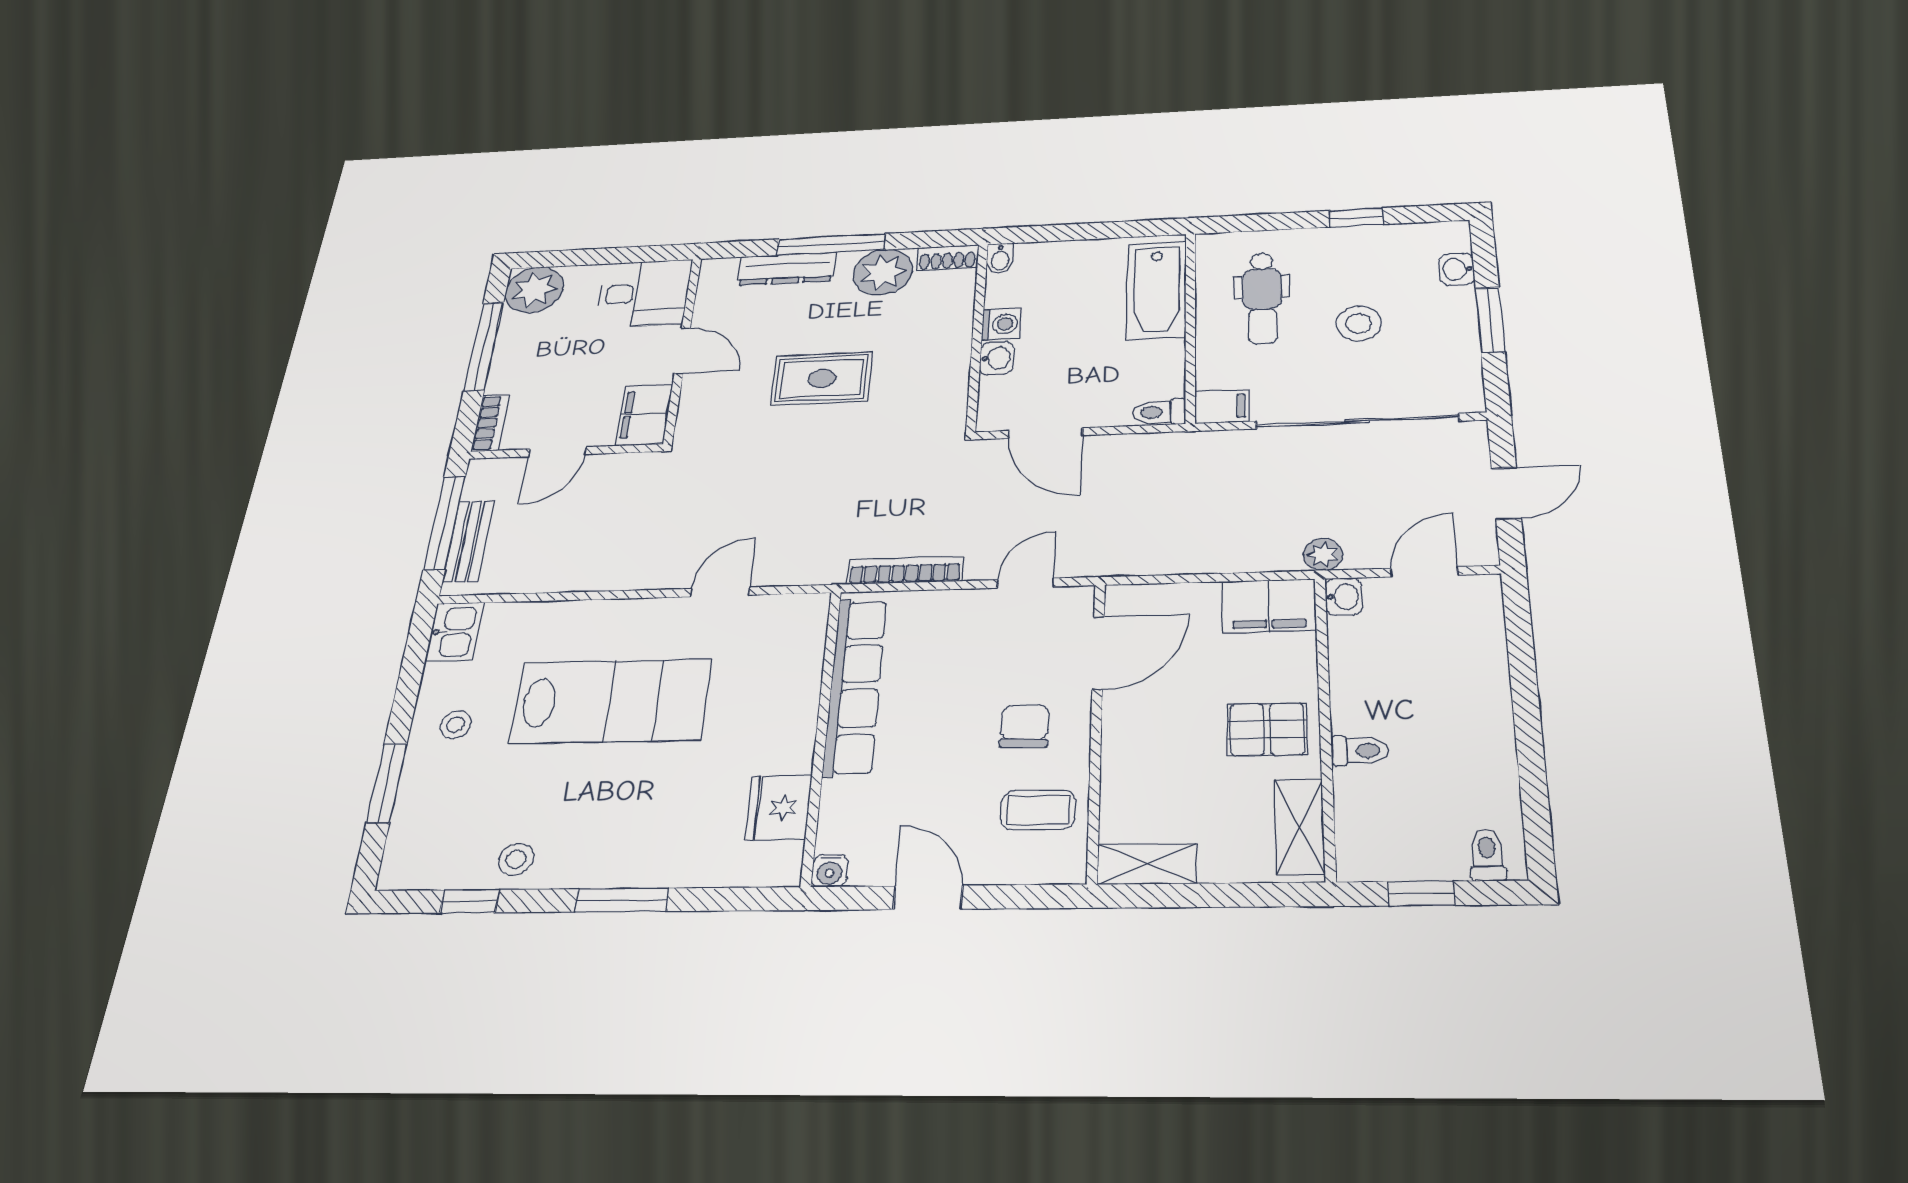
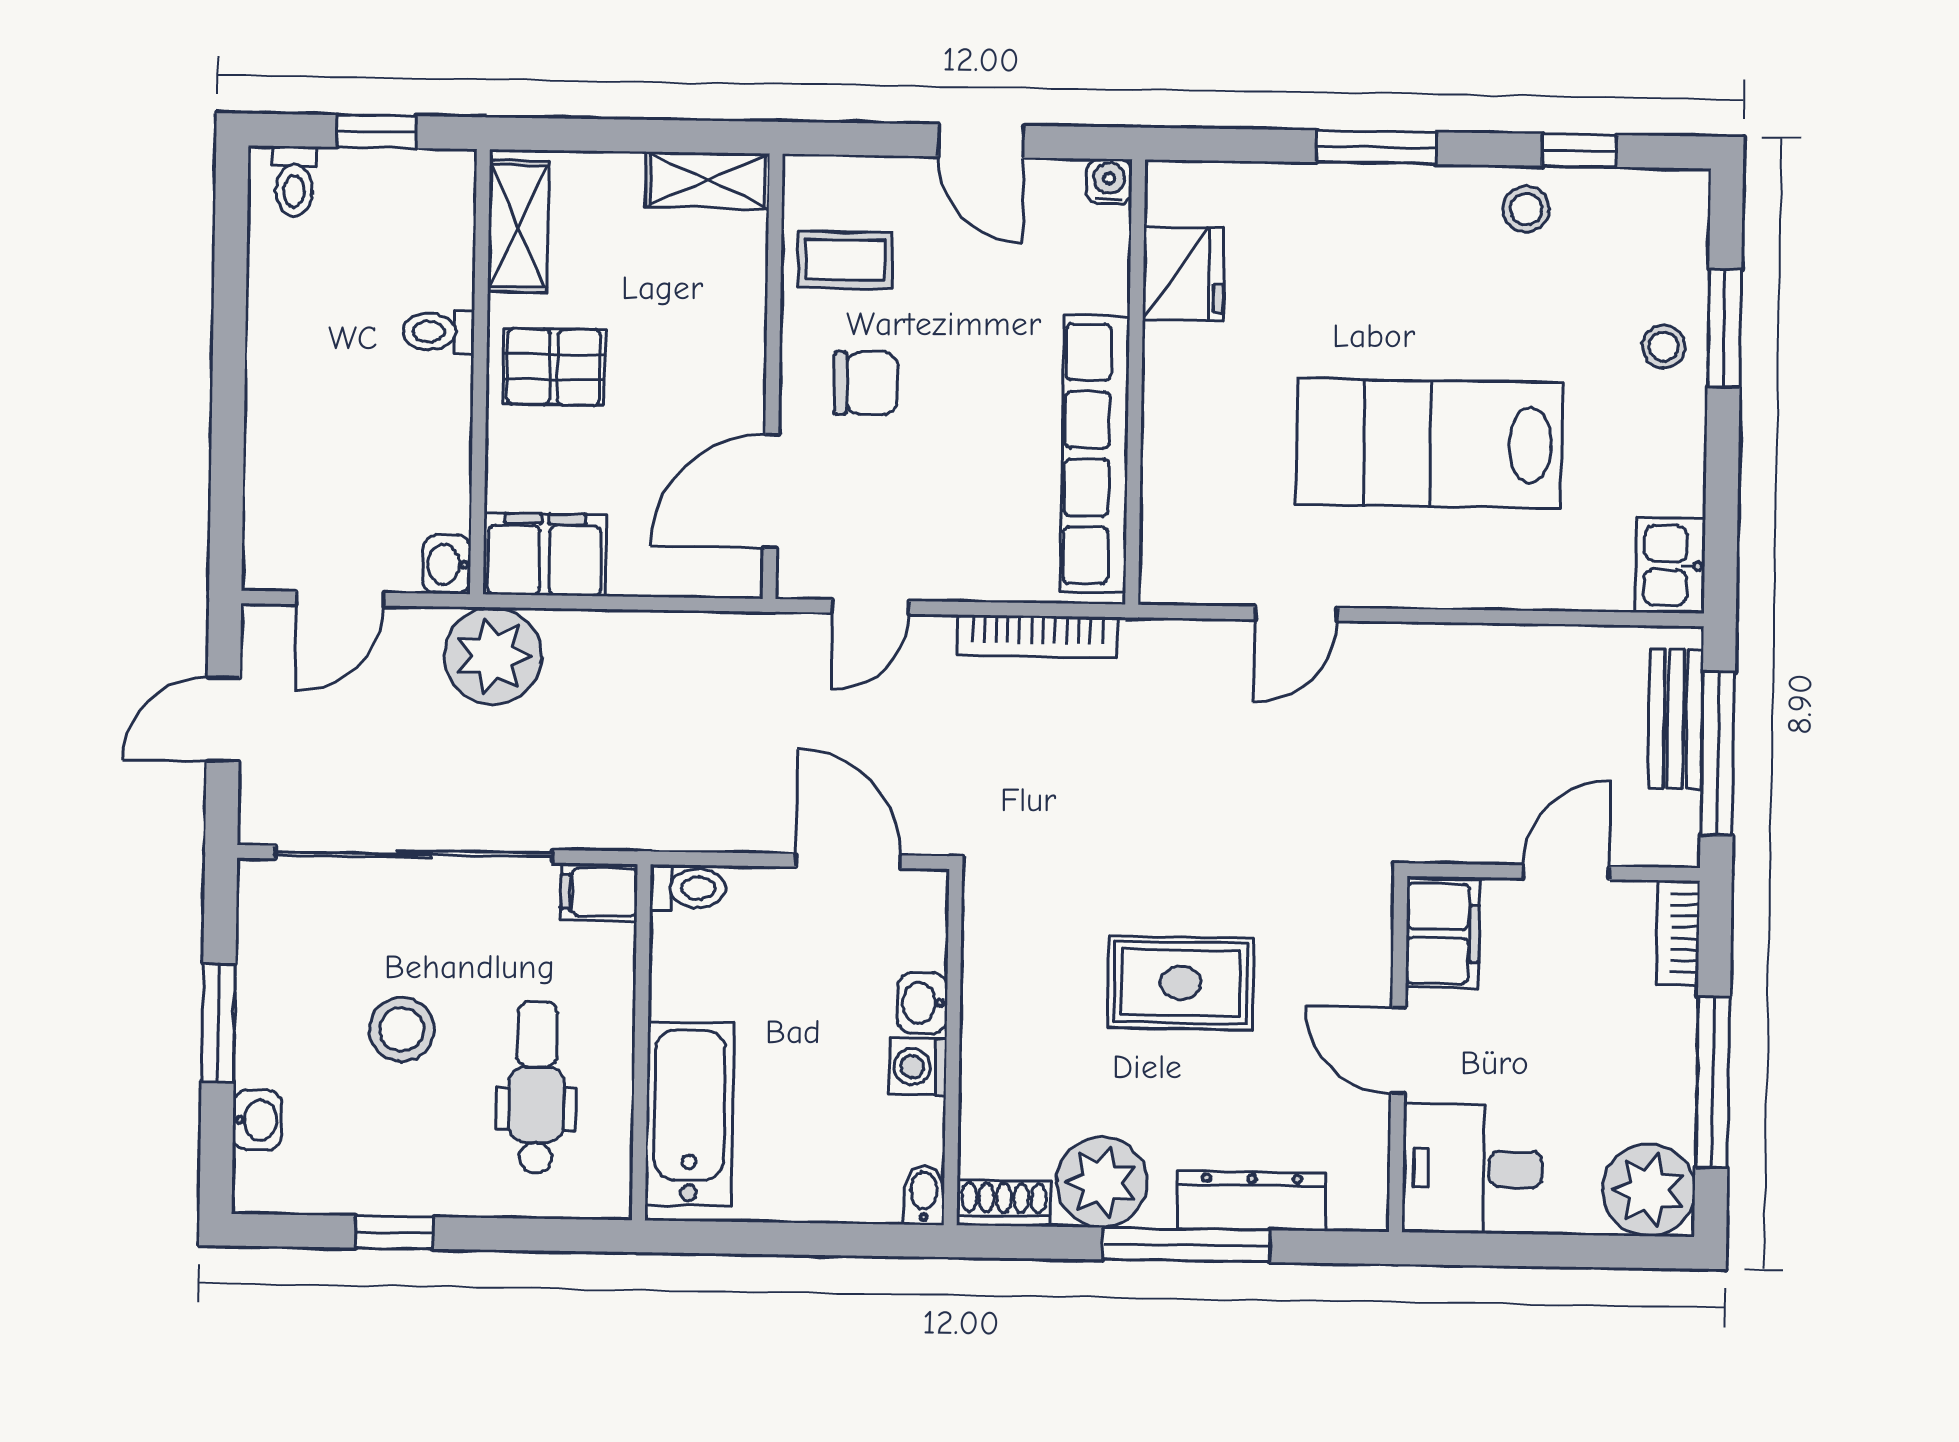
plant: (1323, 555) -> (493, 656), width x1.87, depth x1.87
stool: (456, 725) -> (1664, 347), moved
chair: (1025, 726) -> (866, 383), turned -91

